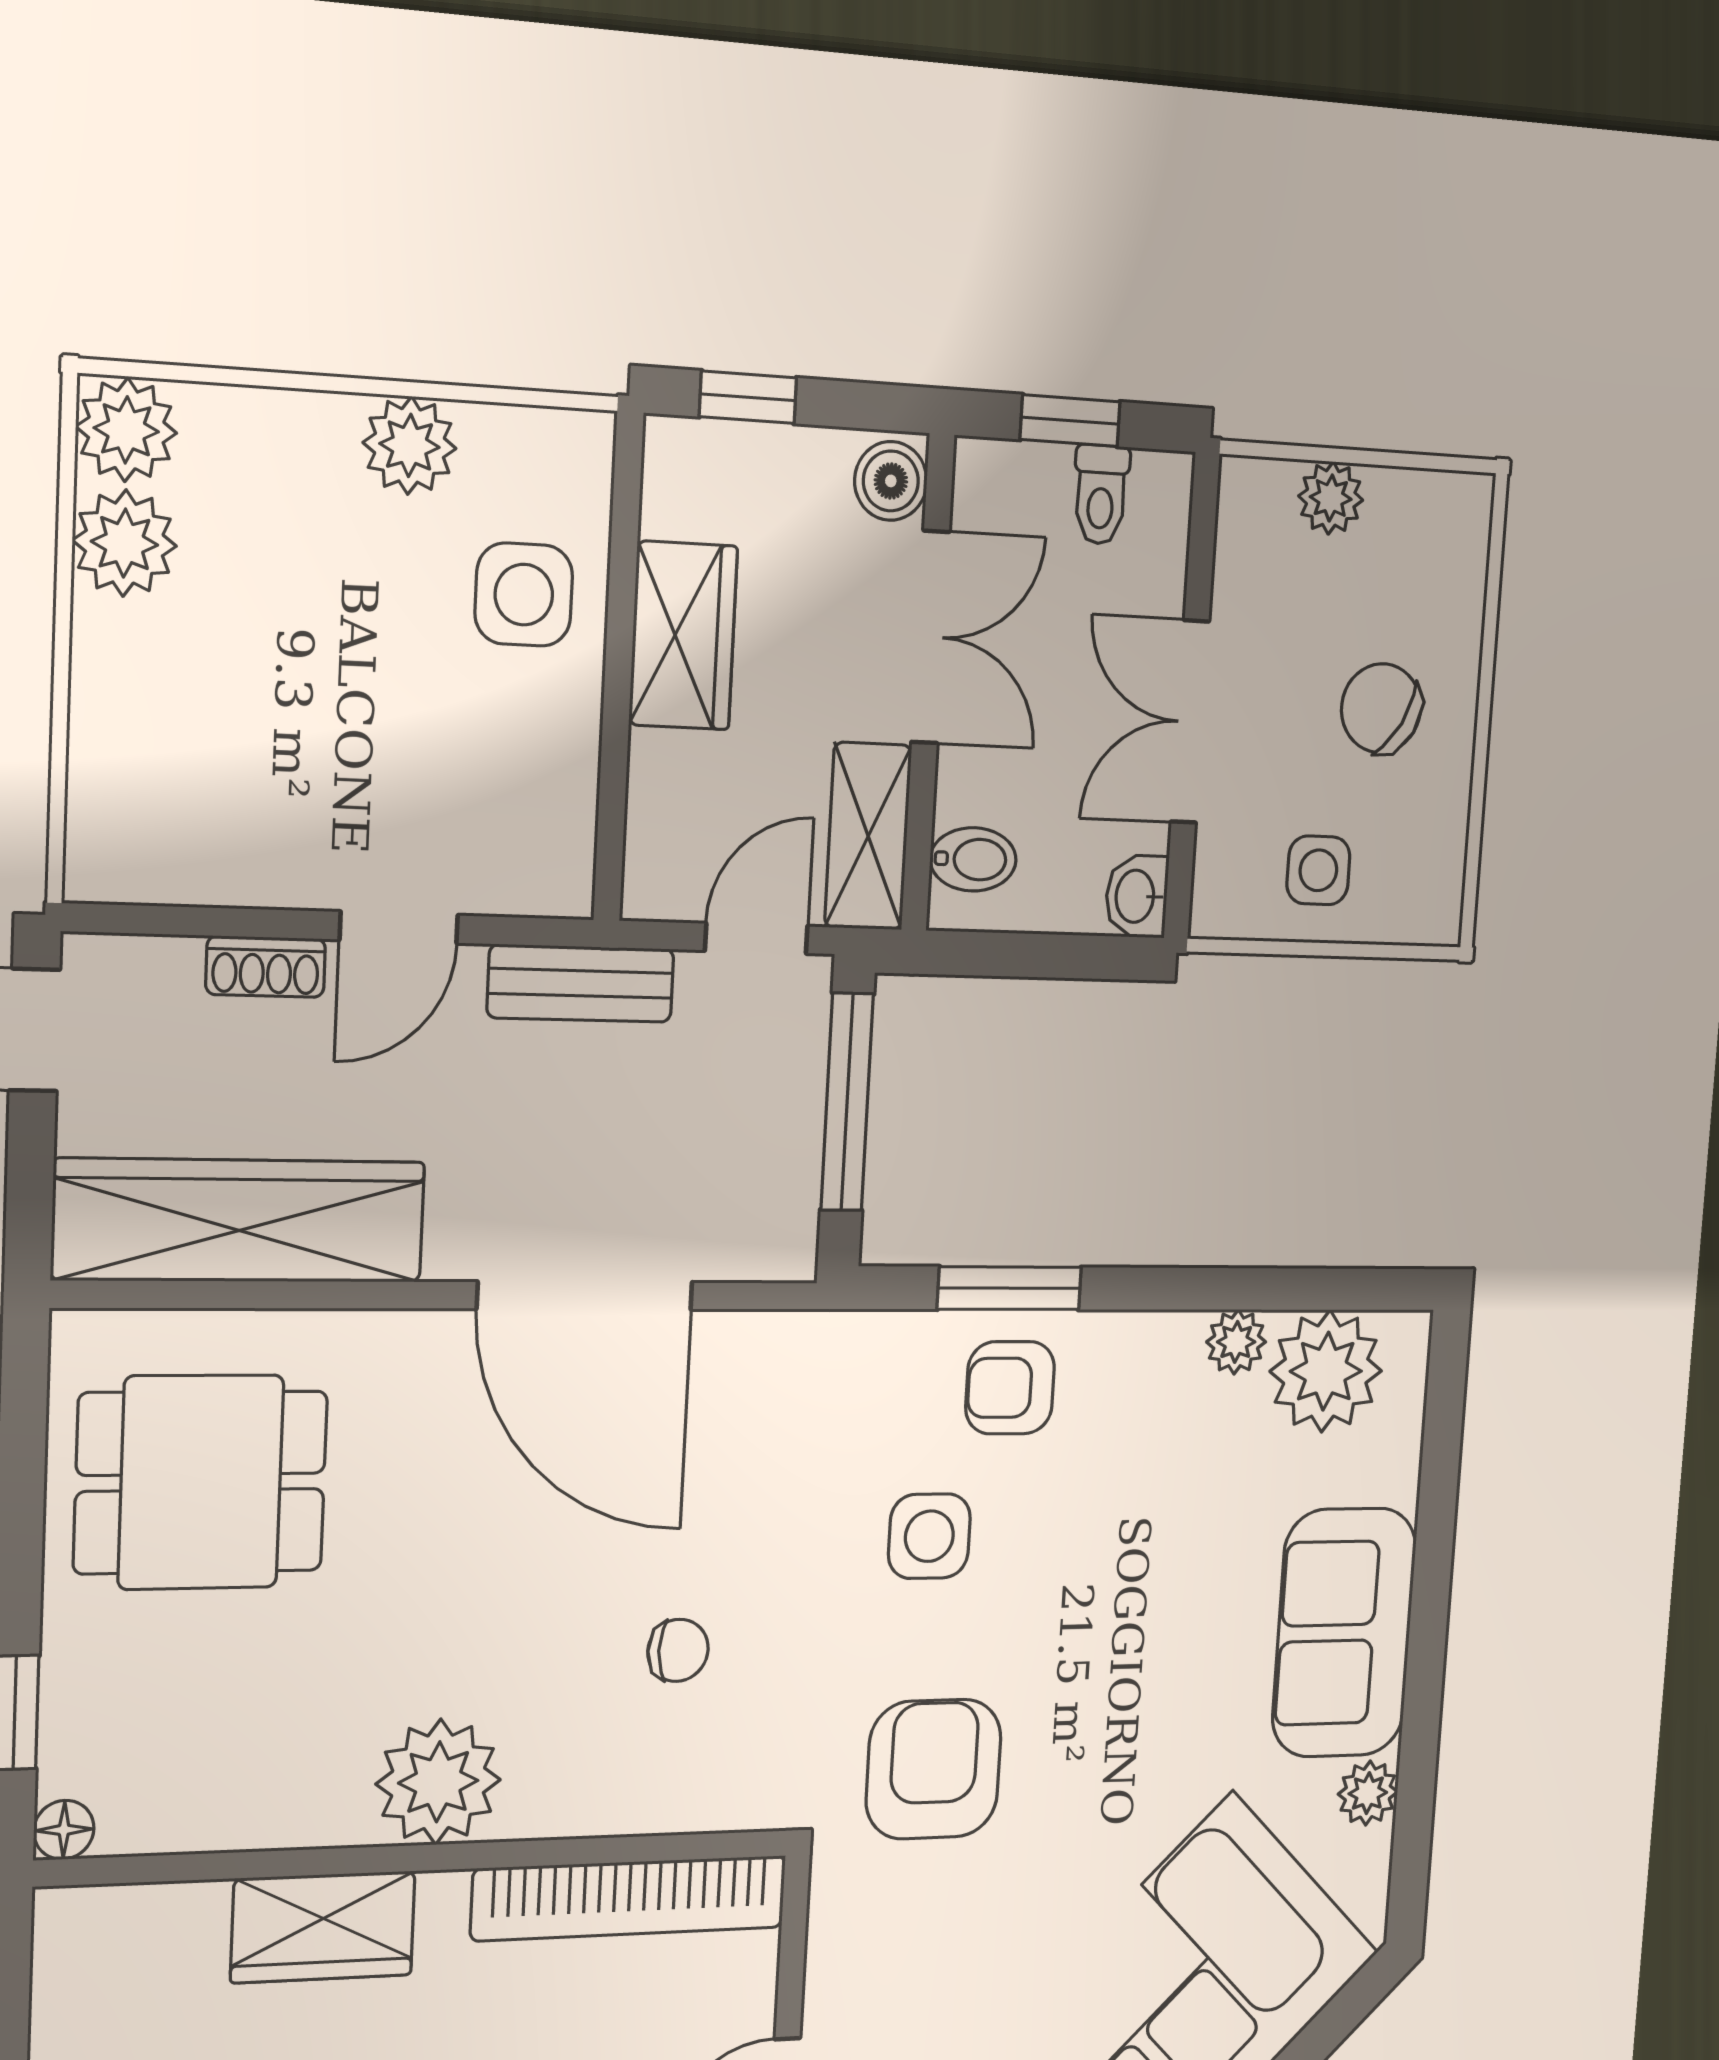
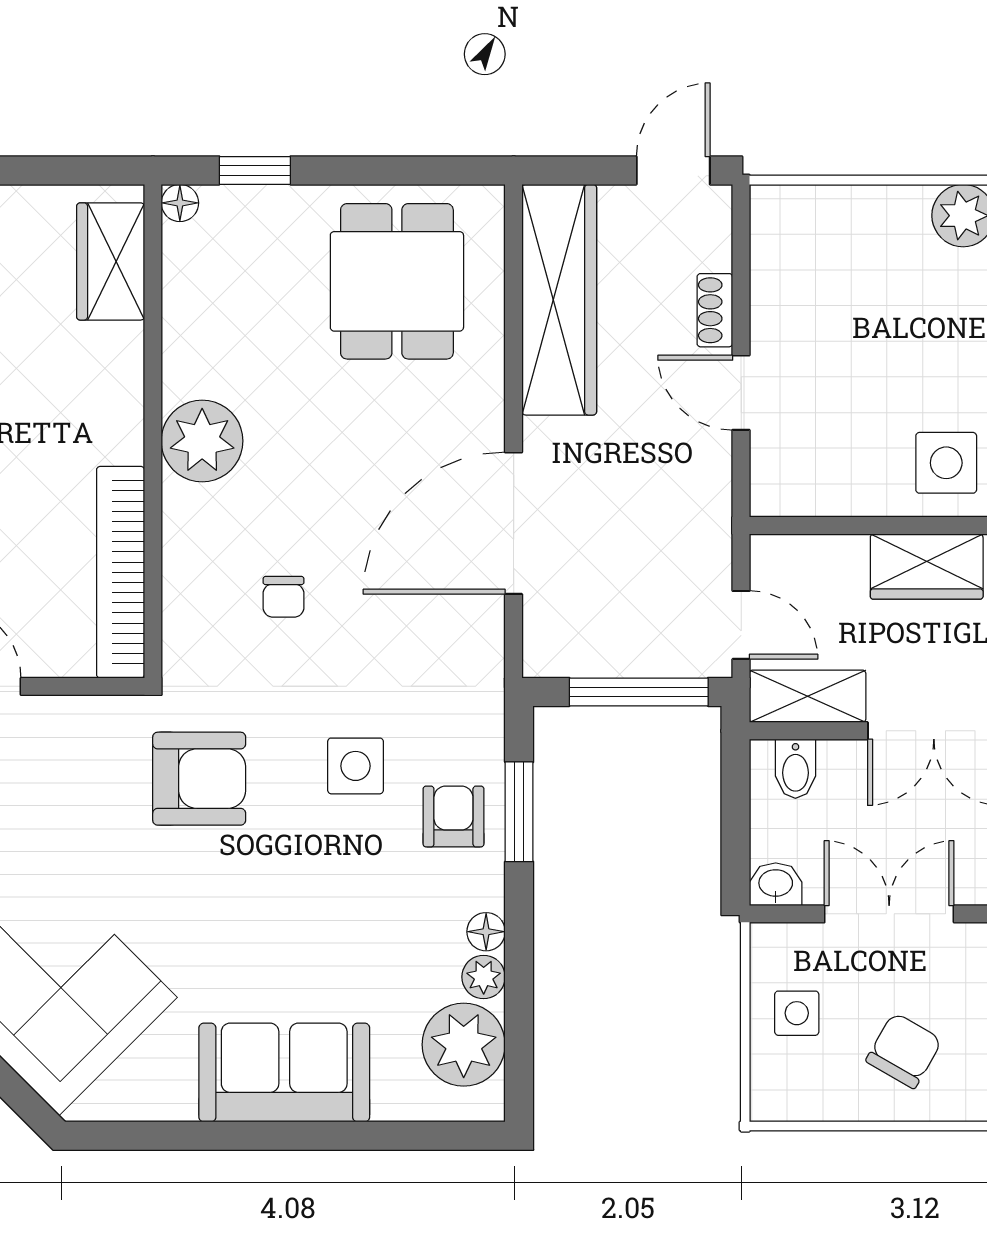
bench: (581, 983) -> (710, 511), removed
floor lamp: (1174, 1338) -> (486, 932), added
plant: (1368, 1793) -> (172, 1099), removed
wardrobe: (323, 1927) -> (111, 261), moved

